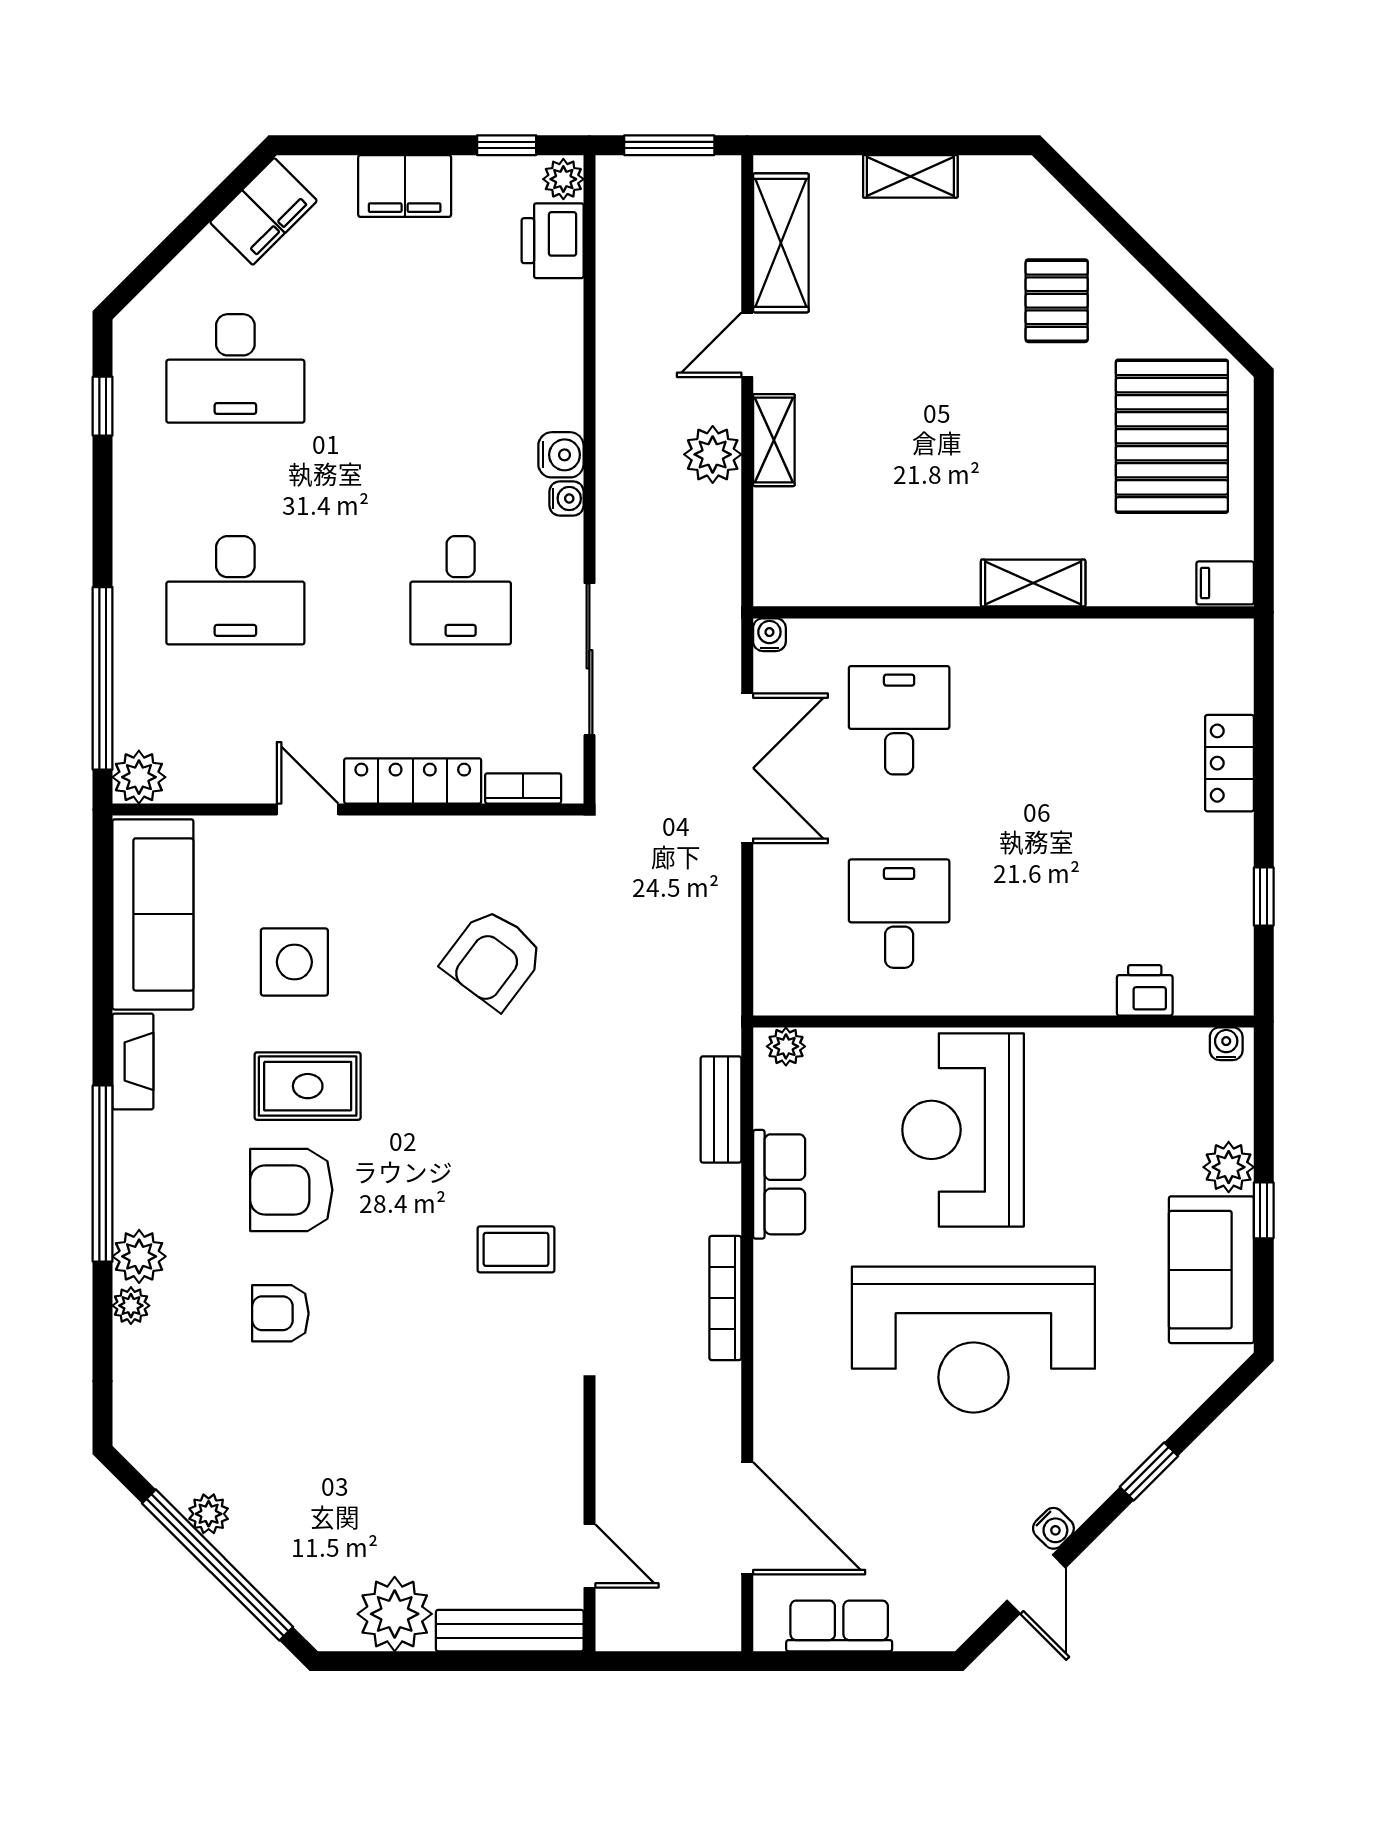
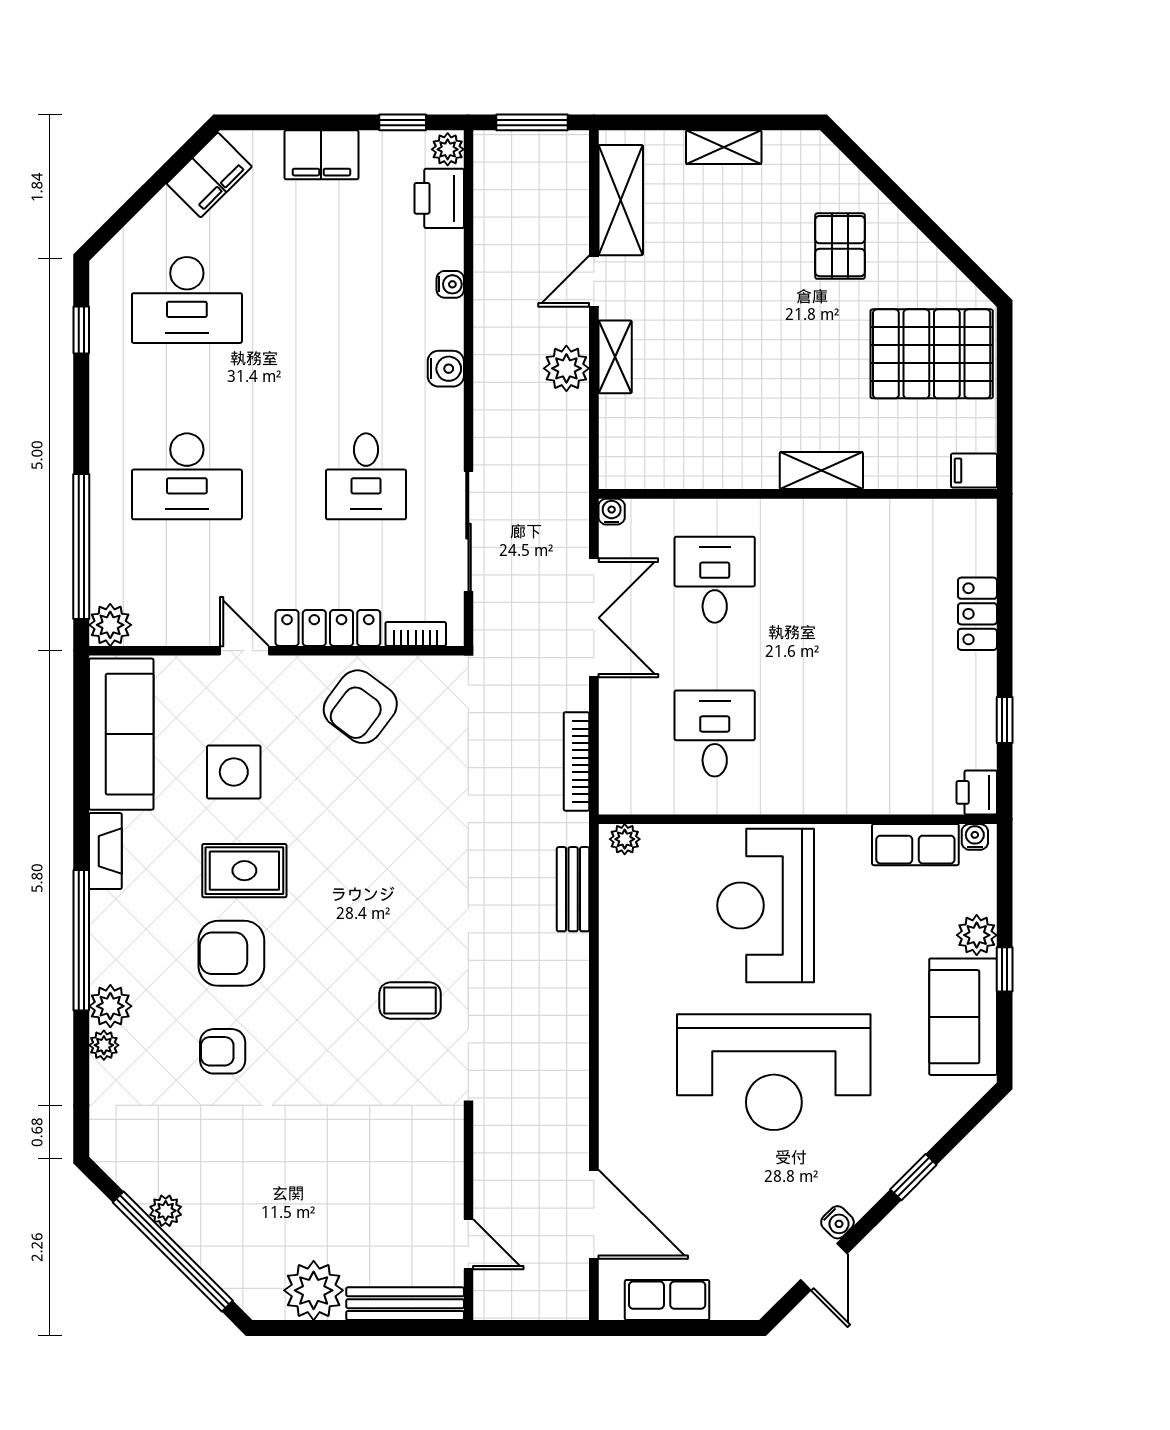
pallet: (1172, 436) -> (932, 354), turned 90
water cooler: (567, 498) -> (450, 284), moved
armchair: (493, 959) -> (360, 707), moved
printer: (1145, 990) -> (977, 792), moved, turned -90
row of seats: (779, 1184) -> (915, 845), moved, turned 90
bookcase: (725, 1298) -> (577, 761), moved

